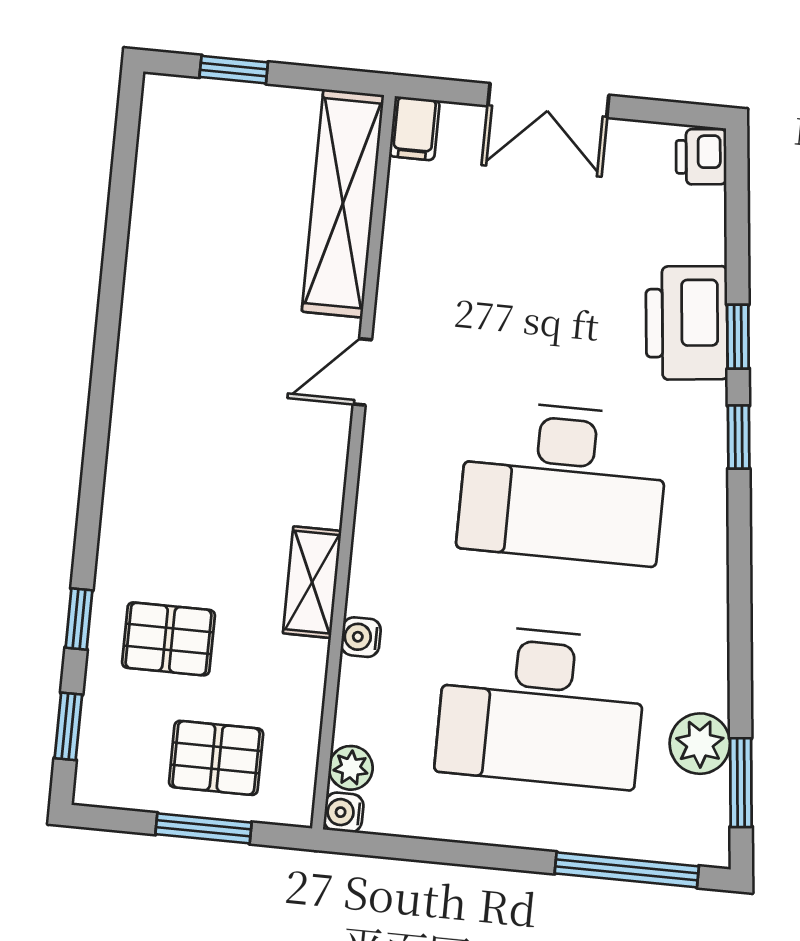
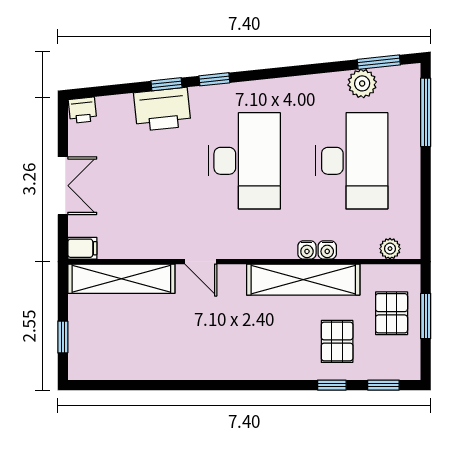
shelving: (312, 582) -> (303, 280), width x2.20, depth x1.33
water cooler: (344, 812) -> (307, 250), moved

